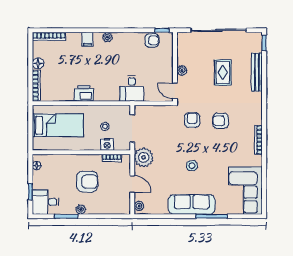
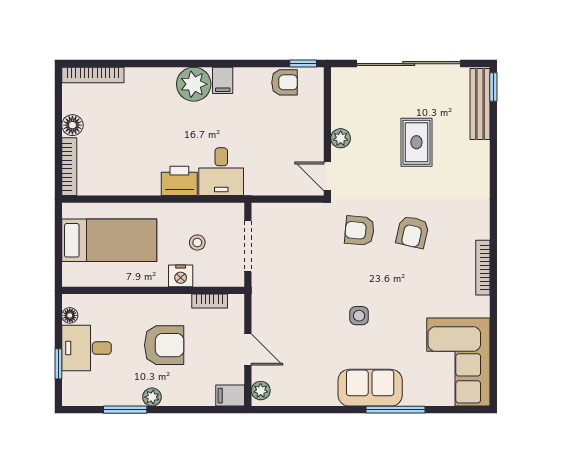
plant: (107, 37) -> (194, 84), width x1.88, depth x1.88
filing cabinet: (87, 39) -> (223, 80), moved
bench: (257, 72) -> (480, 104), moved
desk: (132, 88) -> (221, 172), moved
printer: (84, 93) -> (179, 181), moved
armchair: (192, 120) -> (360, 231), turned -85
armchair: (221, 121) -> (412, 232), turned -77
nightstand: (107, 144) -> (181, 276), moved
plant: (144, 157) -> (269, 300), removed
desk: (46, 202) -> (87, 348), moved
sofa: (192, 204) -> (370, 388), width x0.73
filing cabinet: (123, 209) -> (230, 396), added

